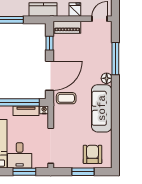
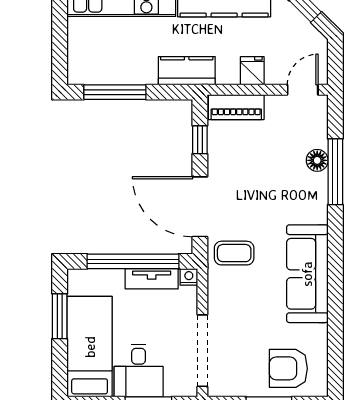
door: (50, 76) -> (200, 207), swing flipped
floor lamp: (107, 78) -> (317, 160), moved
armchair: (92, 154) -> (288, 368), turned -90

